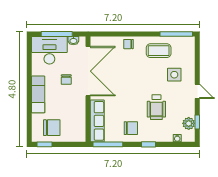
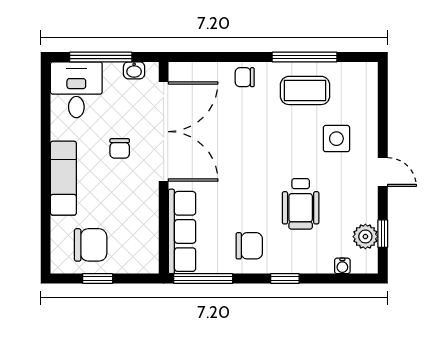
window: (176, 34) -> (304, 57), moved
desk: (49, 50) -> (76, 90), width x0.73
window: (45, 144) -> (98, 278), moved

